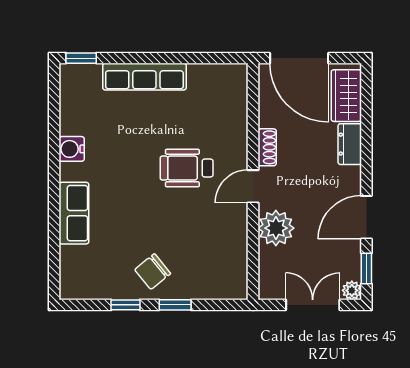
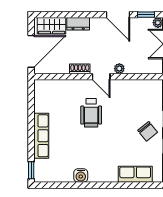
row of seats: (74, 213) -> (135, 174), moved
plant: (276, 228) -> (119, 69), width x0.53, depth x0.53

